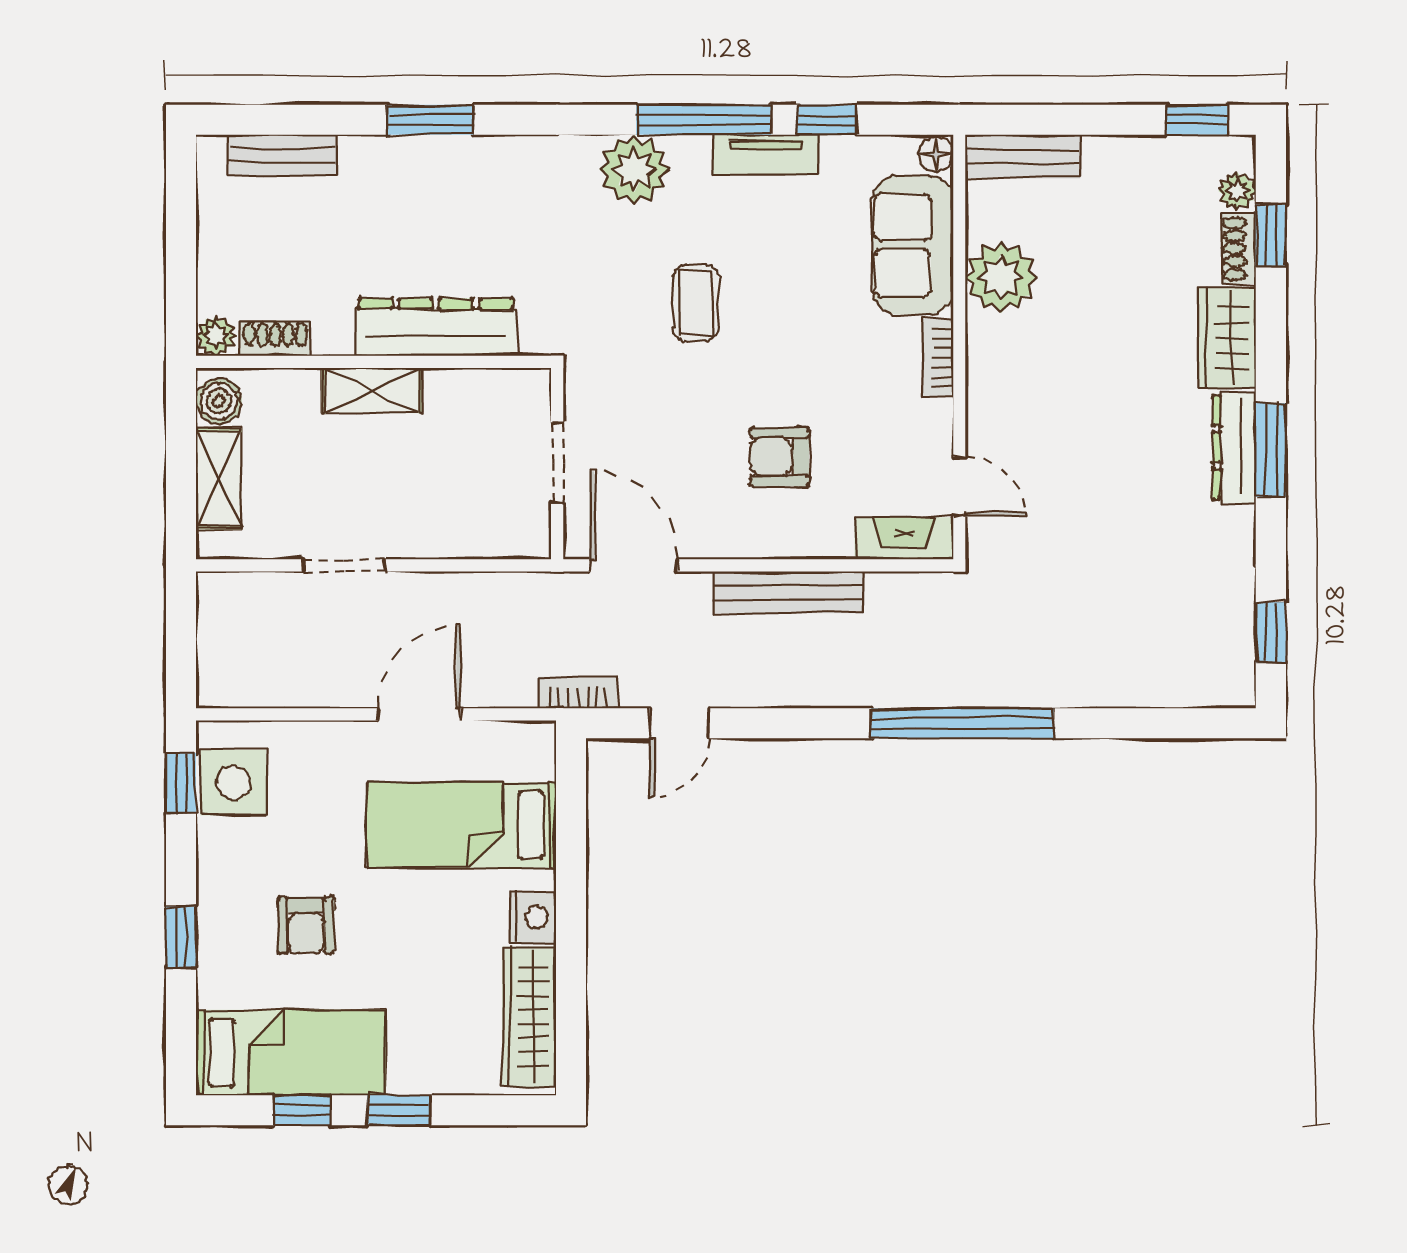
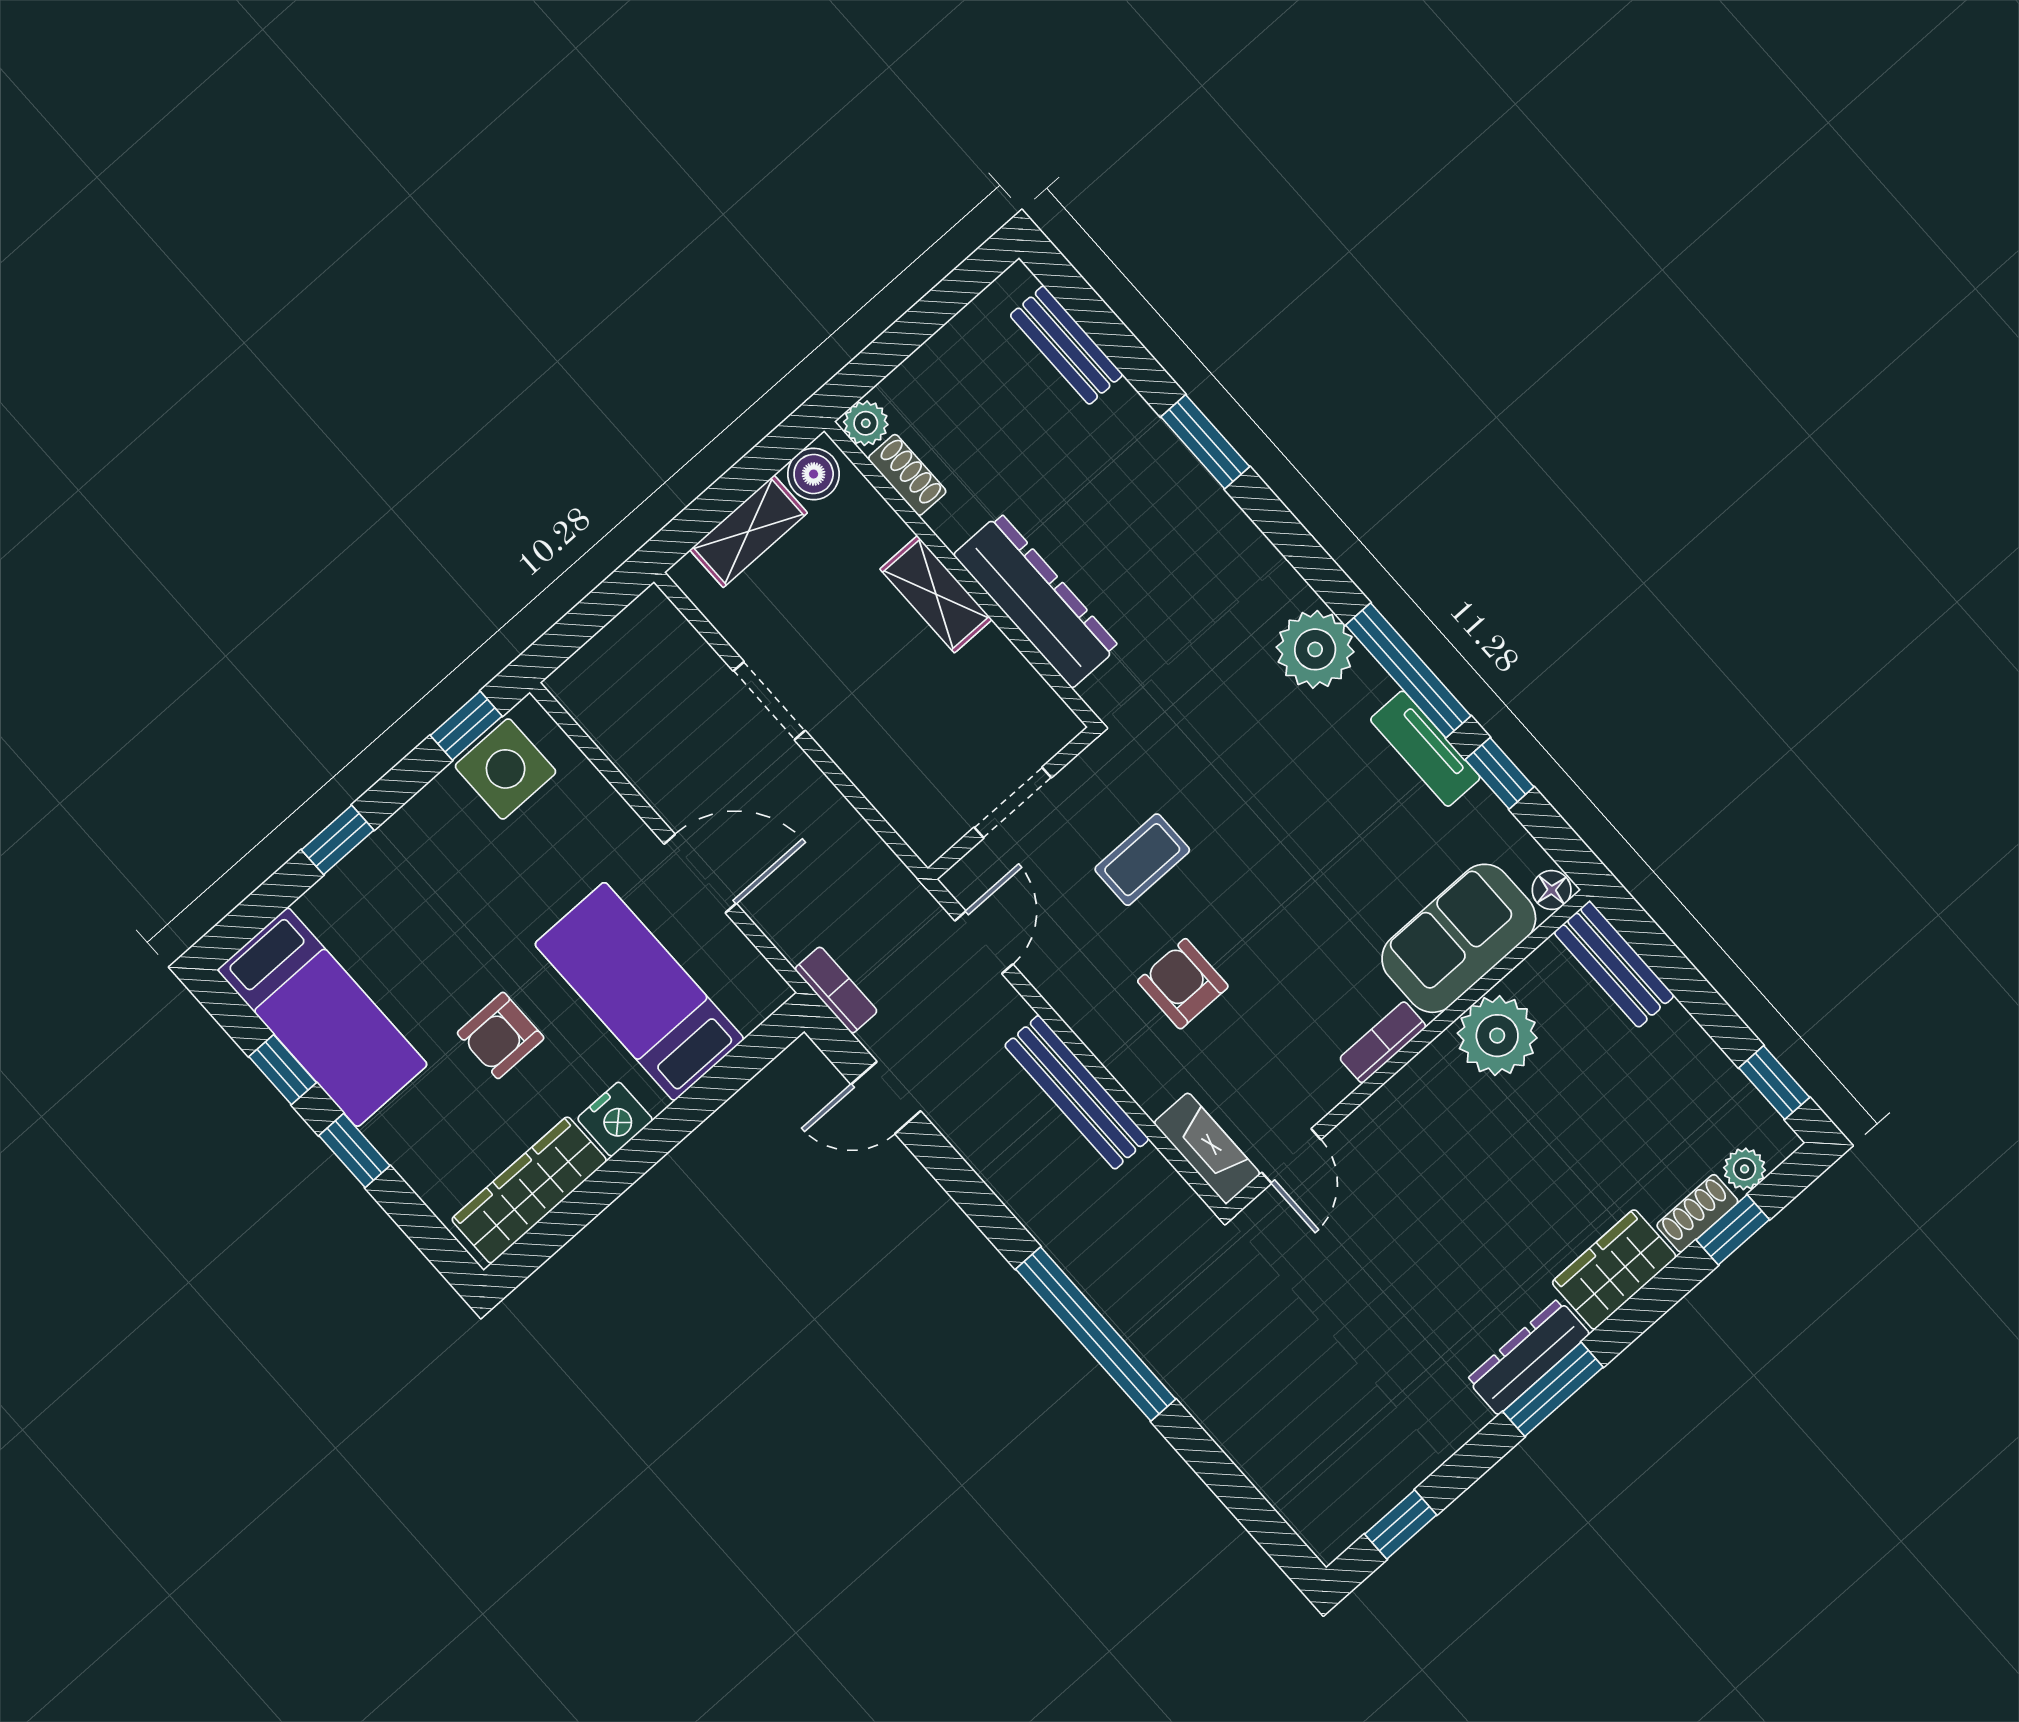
coffee table: (696, 303) -> (1142, 860), moved
door: (634, 565) -> (984, 942), width x0.73
armchair: (306, 925) -> (501, 1035), moved

